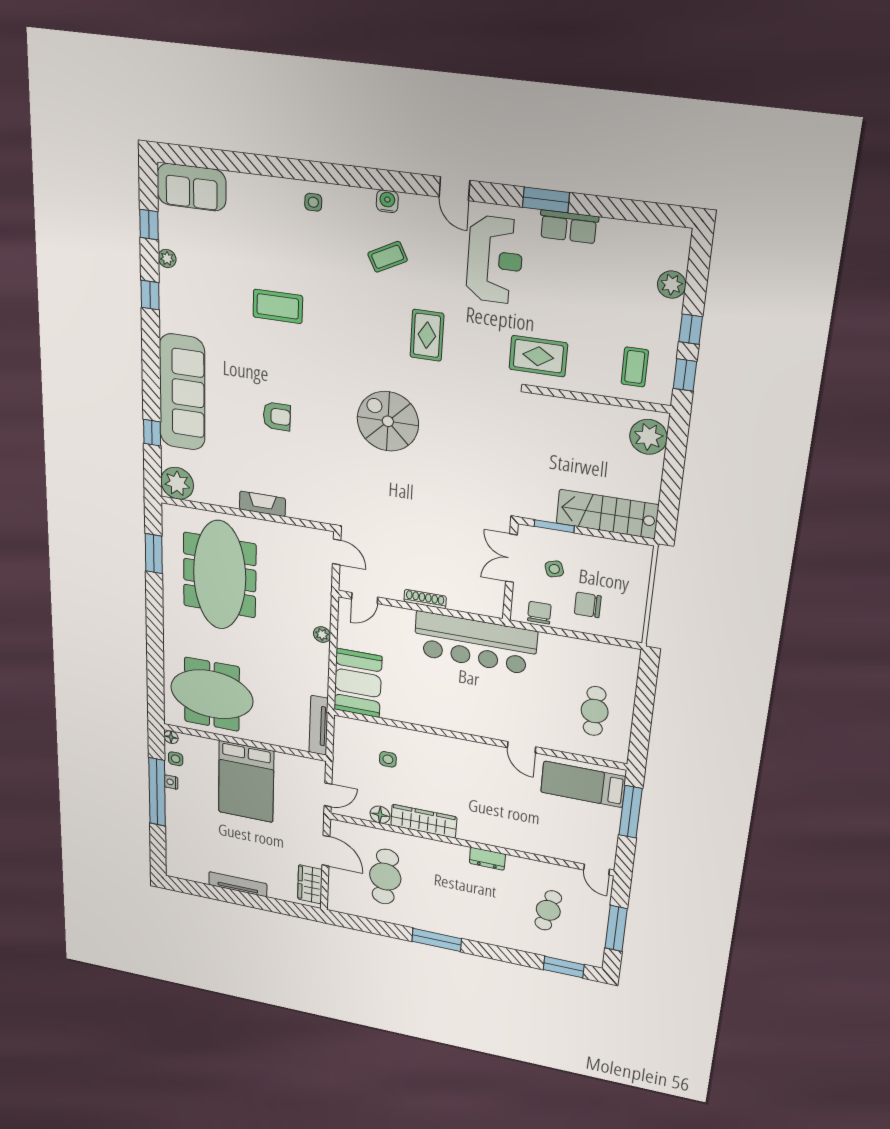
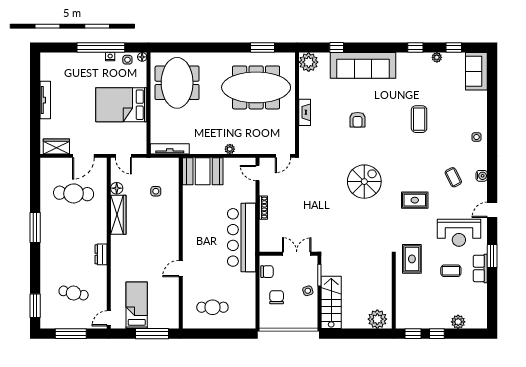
coffee table: (635, 367) -> (451, 271), moved
side table: (554, 569) -> (308, 291), moved
bed: (583, 784) -> (137, 305), moved

